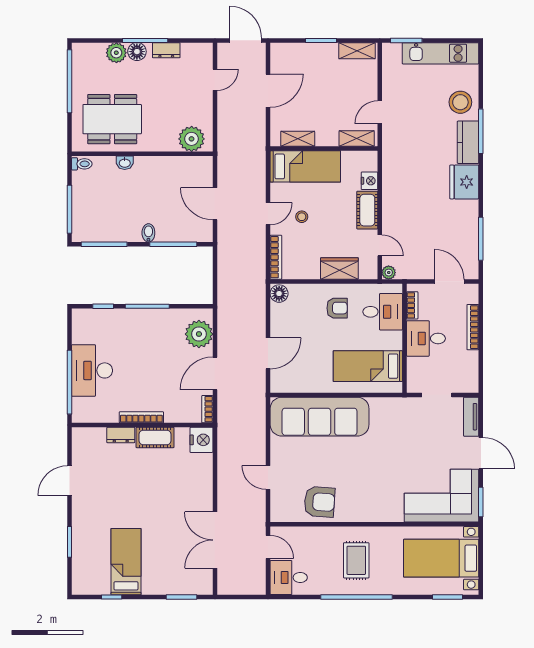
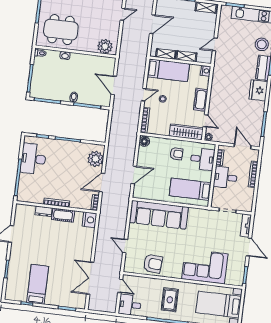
shelving: (357, 139) -> (186, 56), moved
nightstand: (369, 181) -> (206, 71), moved
wardrobe: (339, 268) -> (186, 132), width x1.50
desk: (92, 370) -> (33, 159), moved
corner sofa: (441, 496) -> (205, 266), moved

